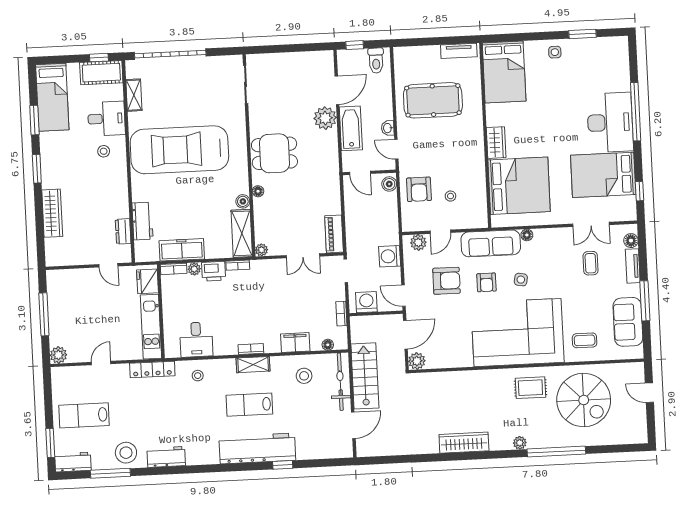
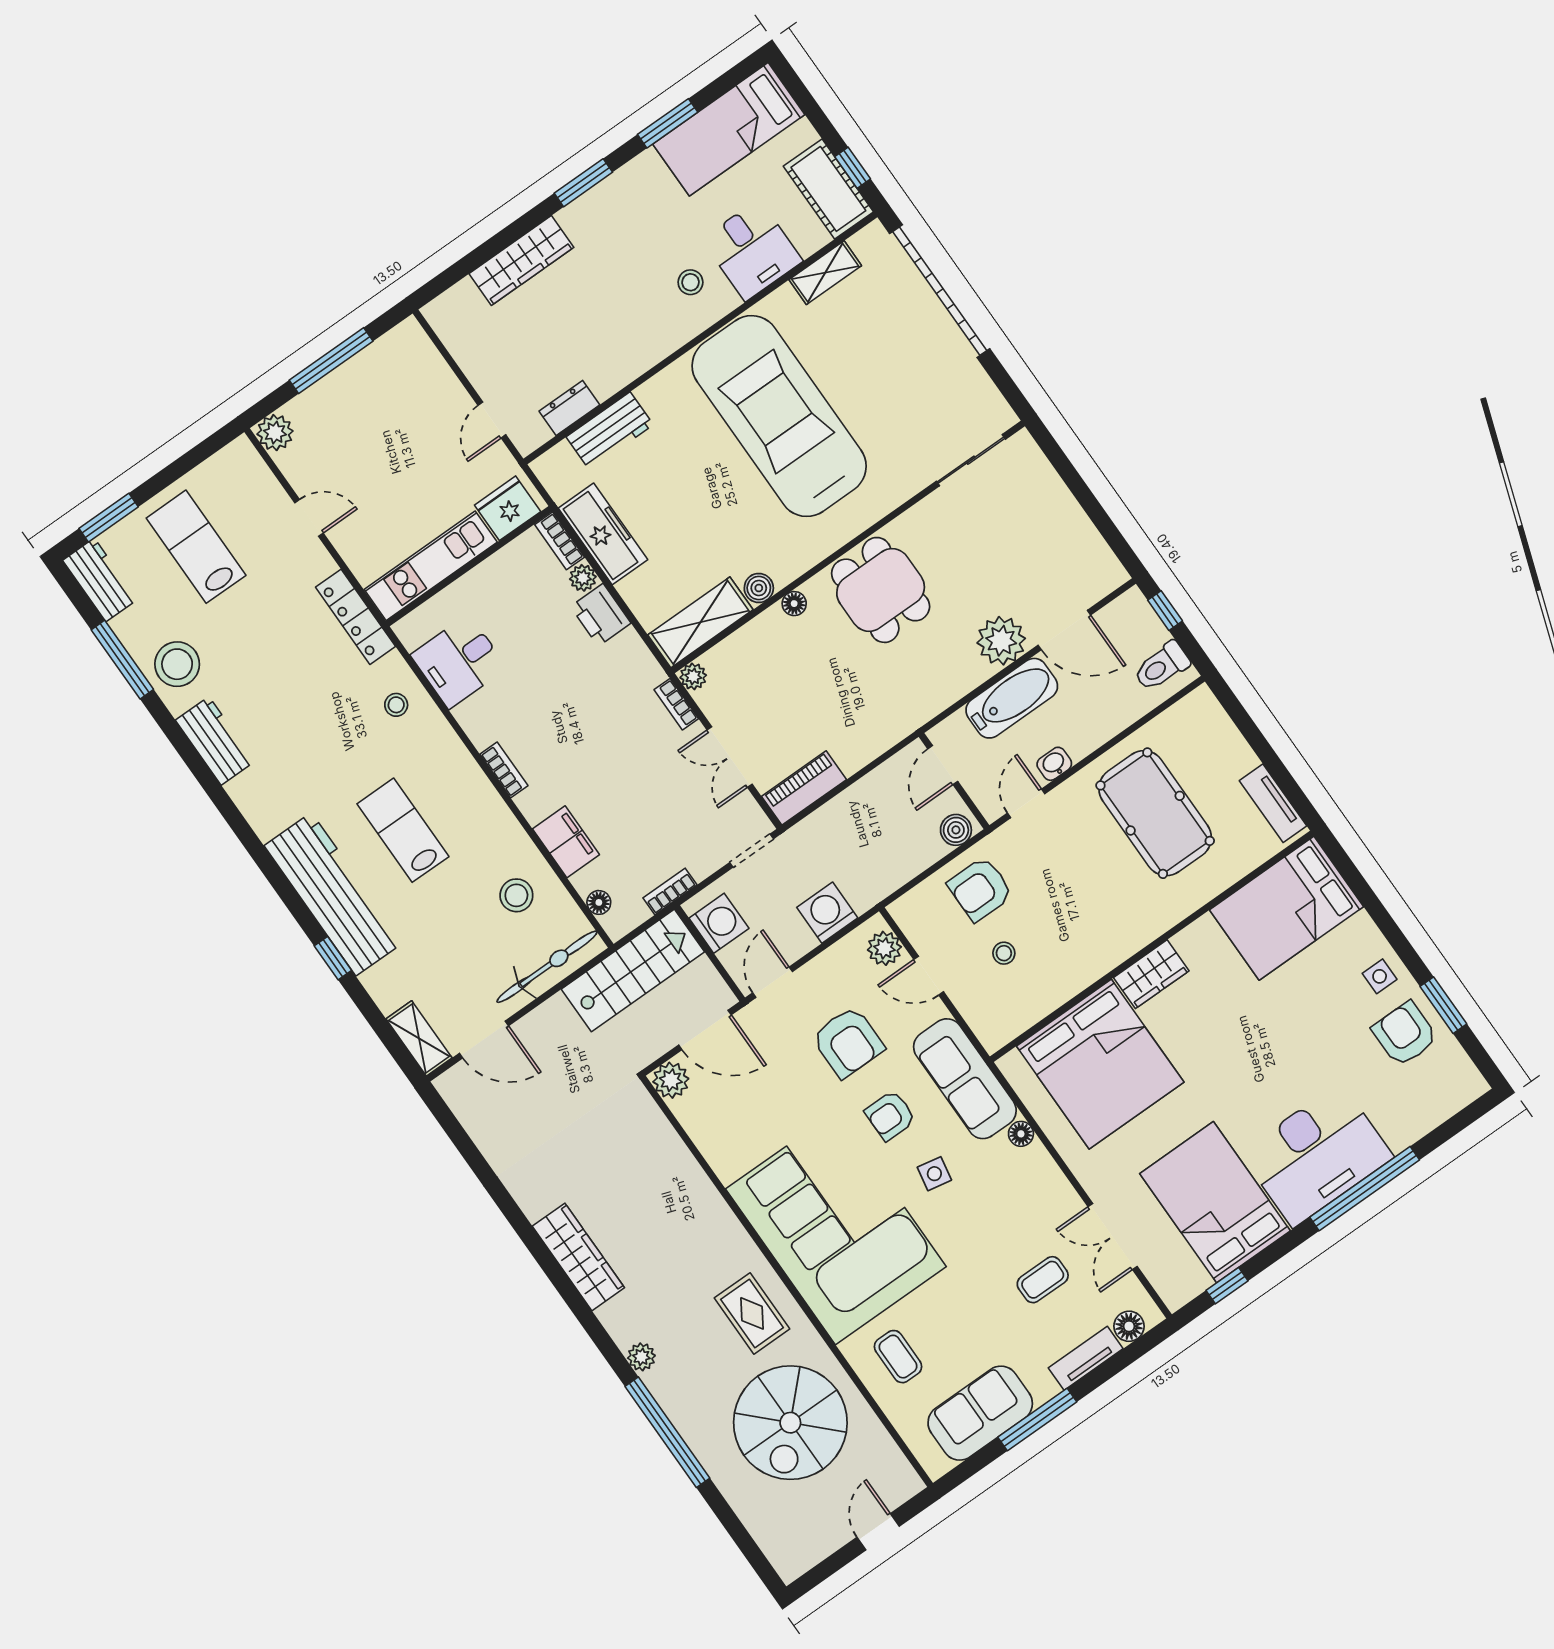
armchair: (584, 57) -> (1405, 1034), added
bookcase: (238, 265) -> (676, 704), moved
shelving: (253, 365) -> (419, 1038), moved
stairs: (365, 376) -> (633, 970), moved

